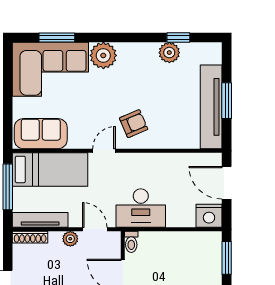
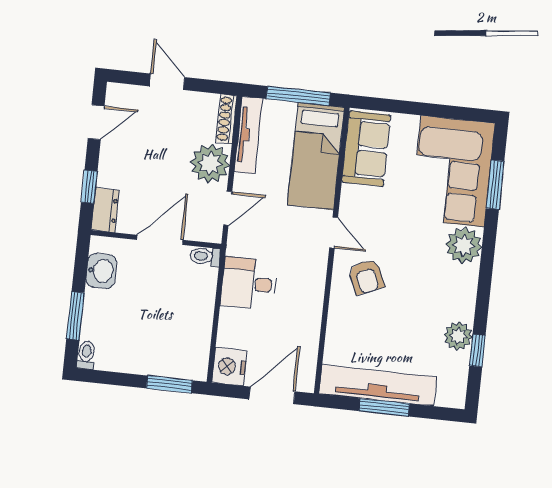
desk: (141, 208) -> (249, 283), width x0.73
plant: (70, 239) -> (210, 163), width x1.88, depth x1.88

